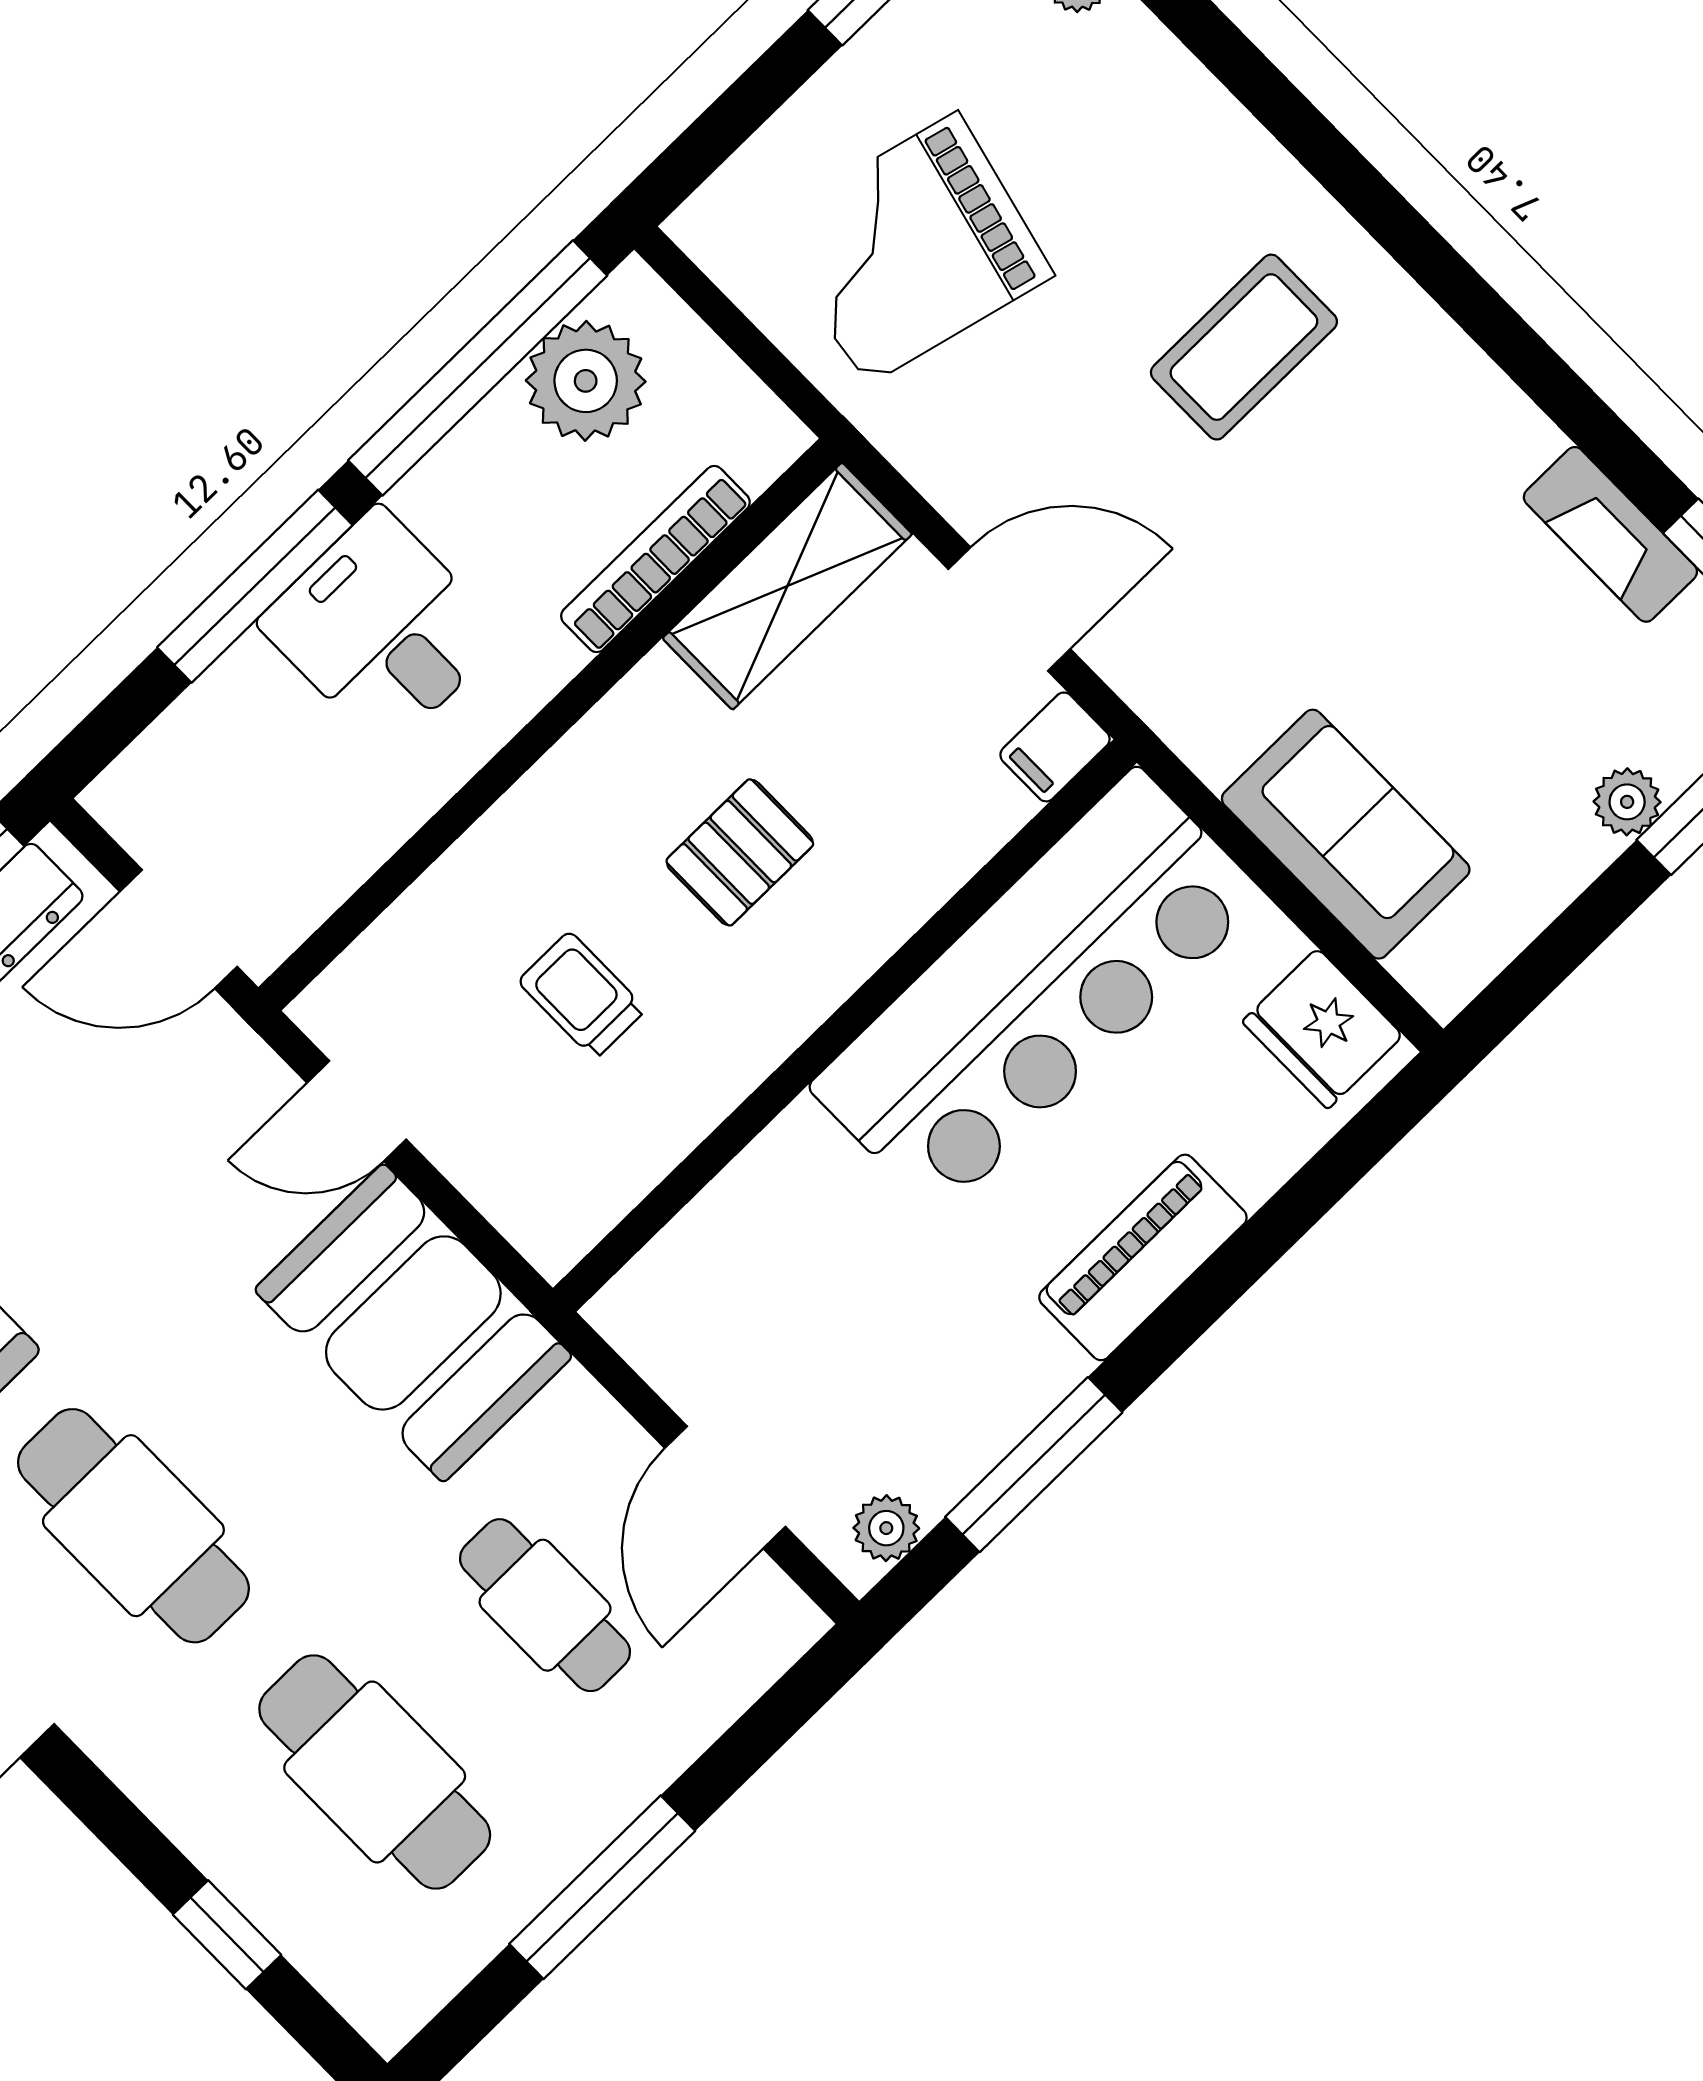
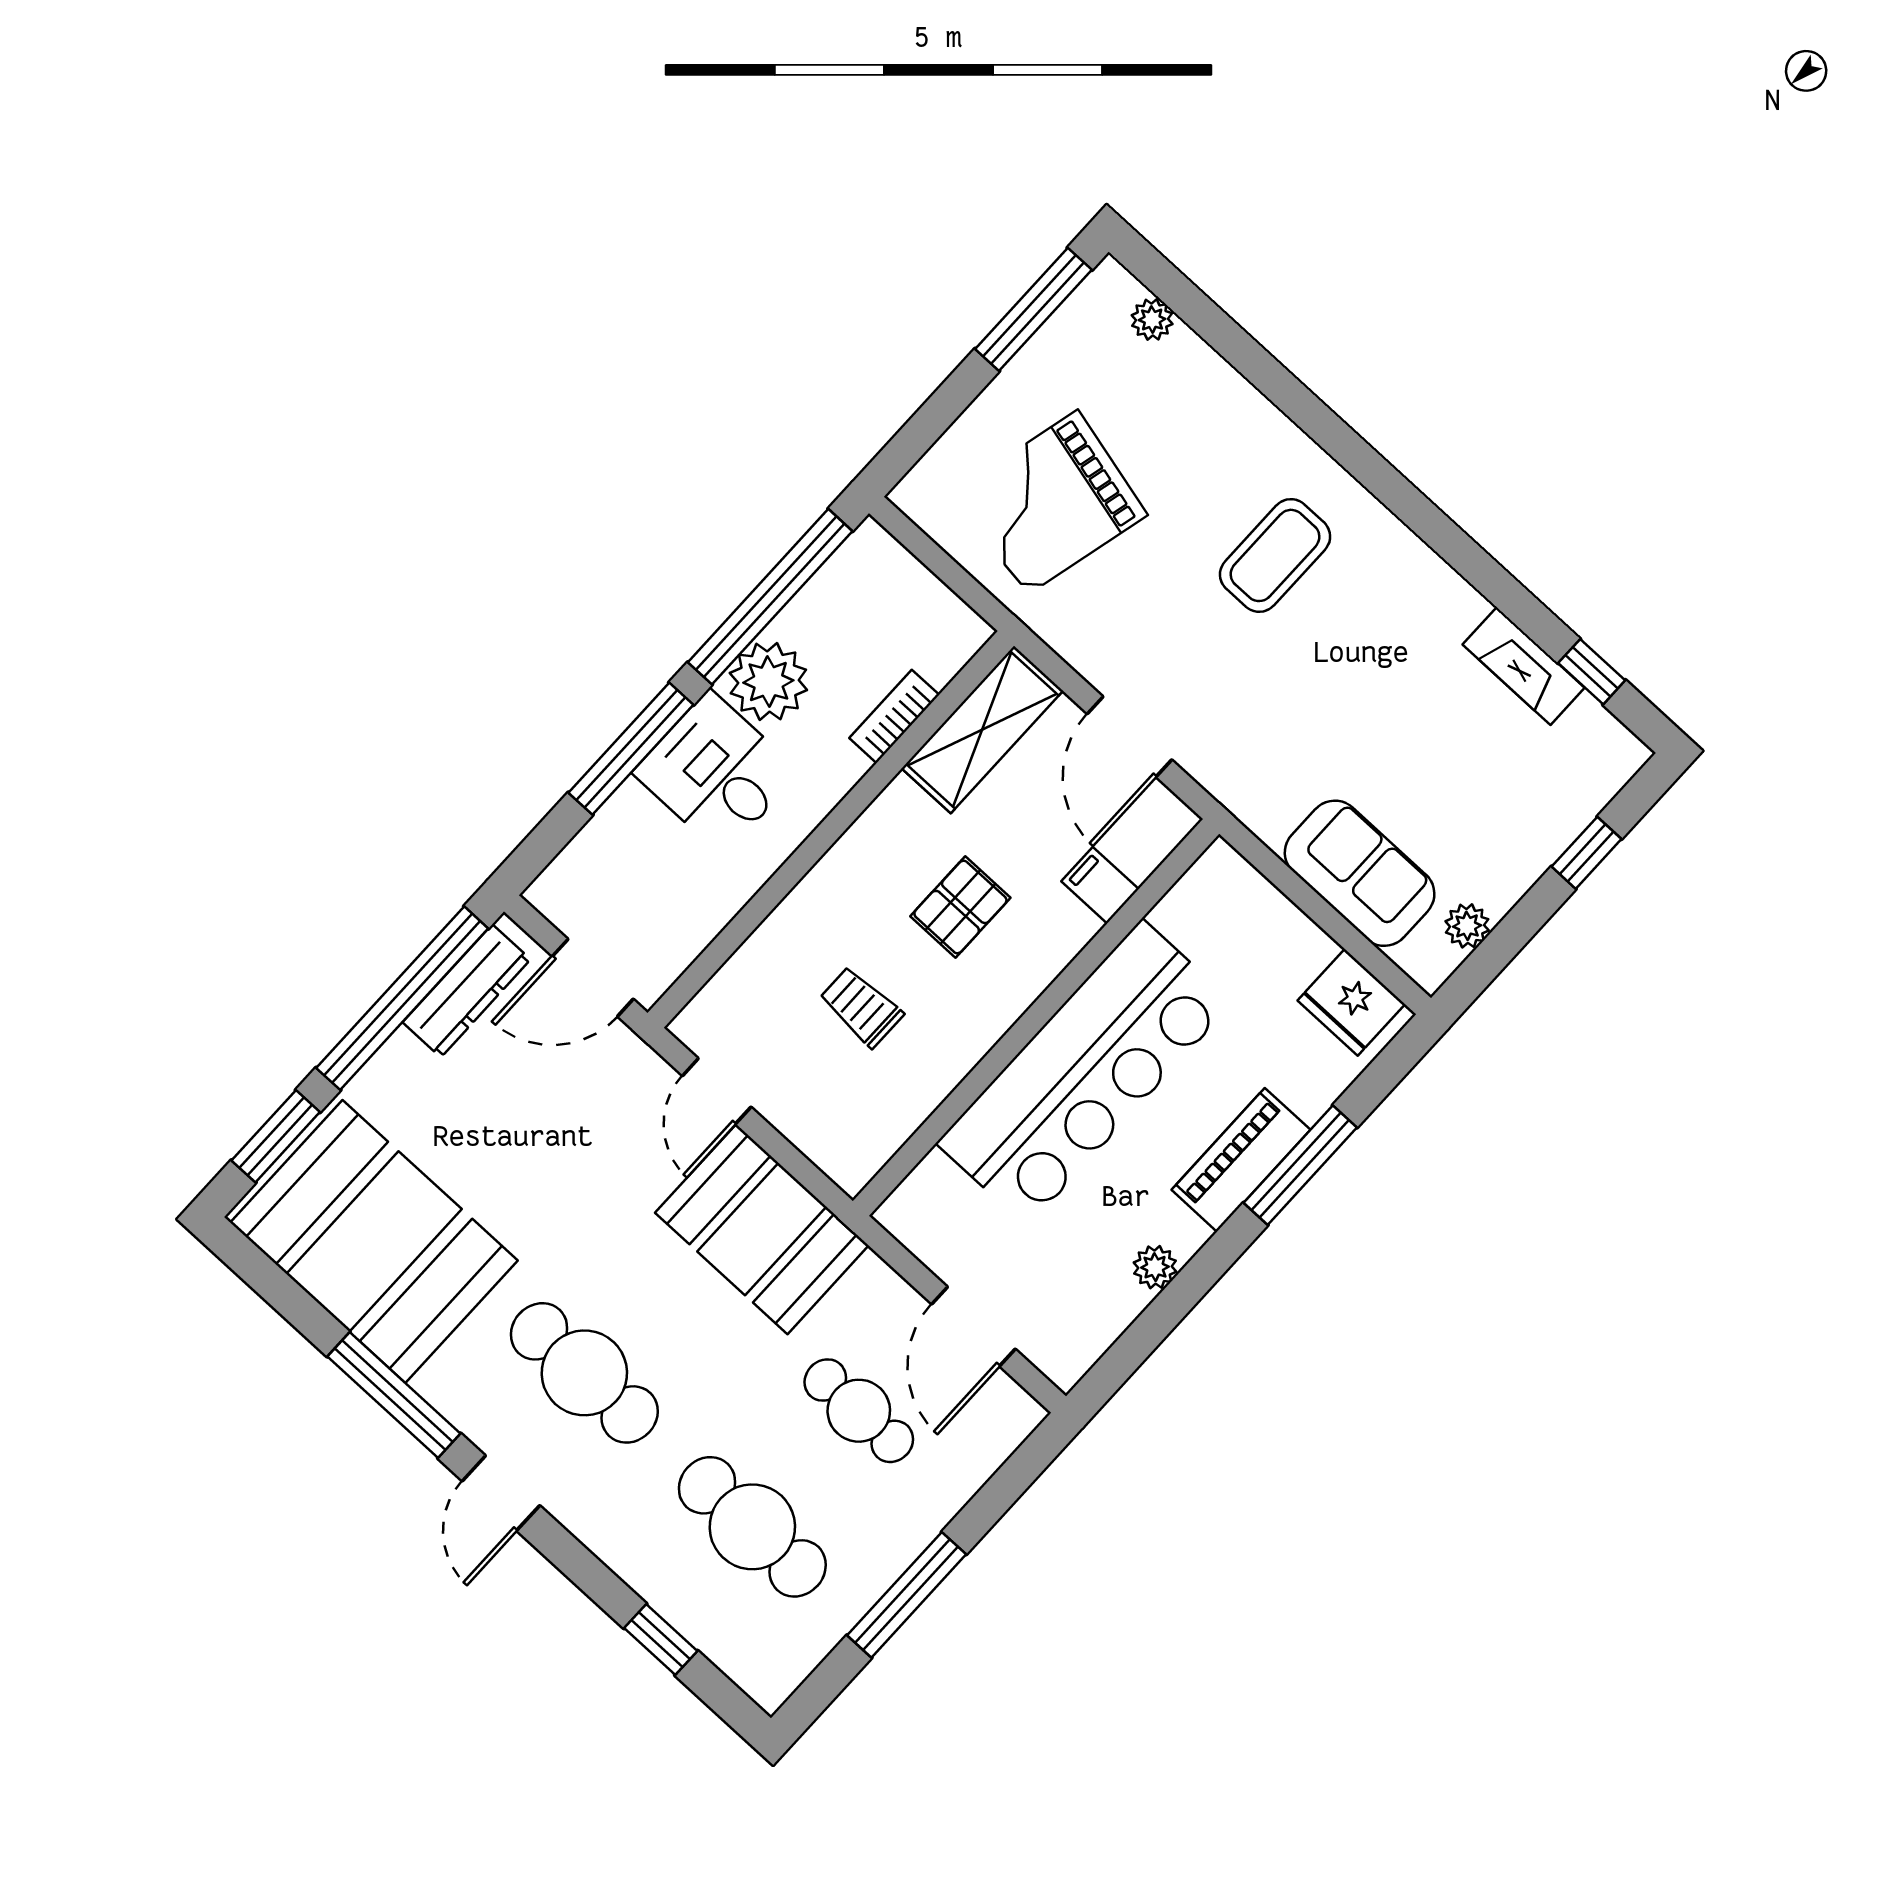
plant: (586, 381) -> (768, 682), moved
bookcase: (655, 559) -> (894, 716), width x0.64
door: (1009, 609) -> (1129, 737), swing flipped
filing cabinet: (1055, 747) -> (1100, 885), moved, turned 90
plant: (1627, 802) -> (1467, 926), moved
bar counter: (1037, 992) -> (1085, 1073), moved
door: (357, 1111) -> (717, 1091), hinge flipped
window: (1034, 1465) -> (1300, 1165), moved
plant: (886, 1528) -> (1155, 1267), moved

